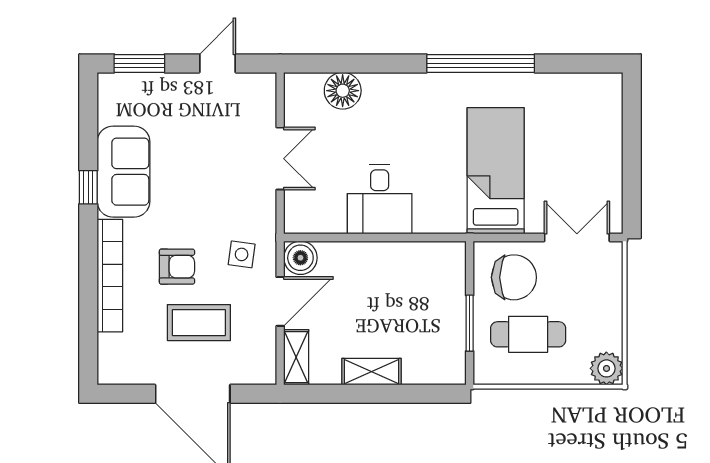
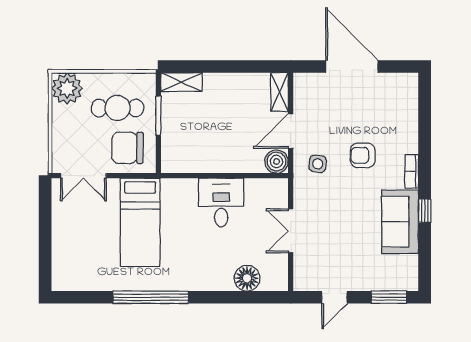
bookcase: (110, 276) -> (412, 171), width x0.43, depth x0.76
coffee table: (199, 323) -> (347, 116), removed
plant: (606, 368) -> (67, 88), width x1.36, depth x1.36
shelving: (372, 372) -> (182, 82), moved

